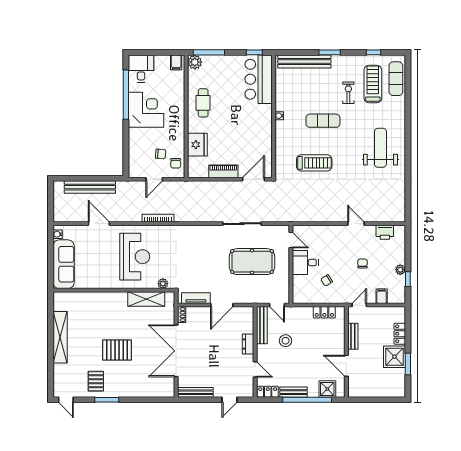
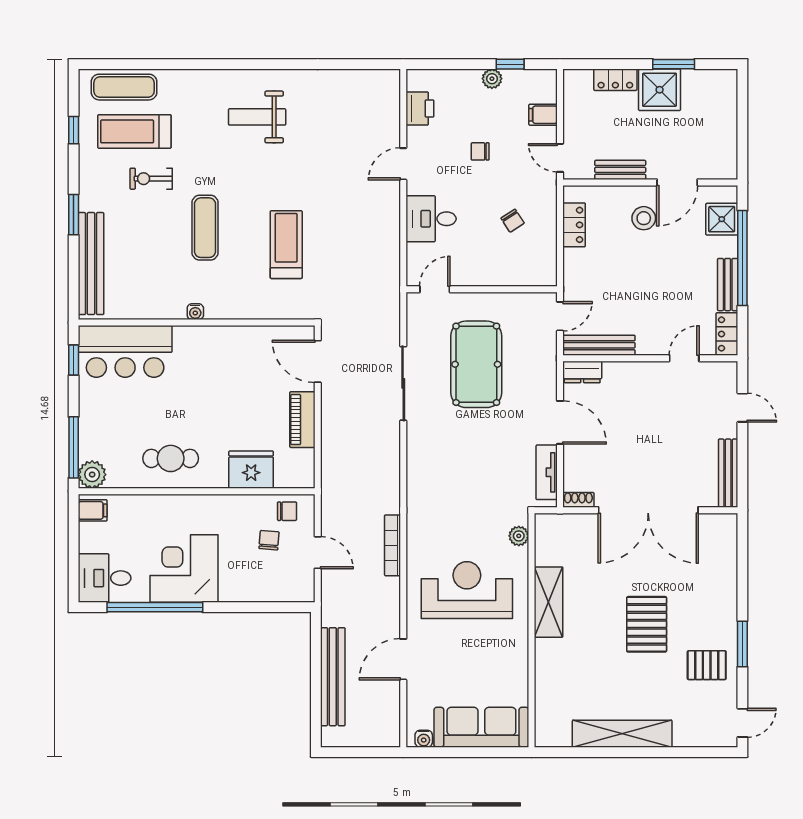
weight bench: (380, 148) -> (257, 117), width x0.73, depth x0.75
desk: (305, 262) -> (431, 219), moved, turned 90
shelving: (146, 299) -> (548, 602), moved
stool: (286, 341) -> (644, 218), moved
dresser: (248, 344) -> (582, 372), moved

